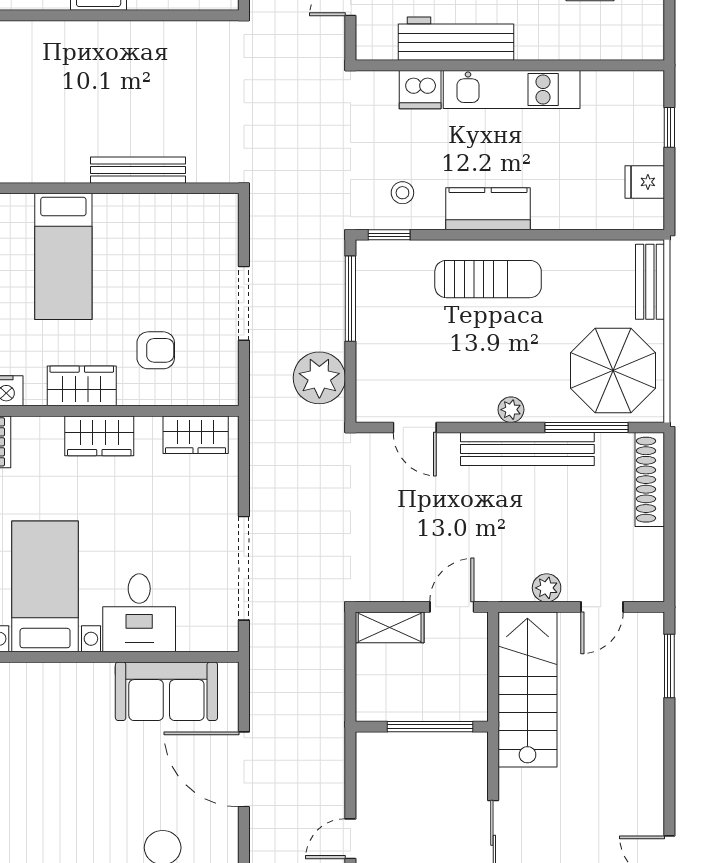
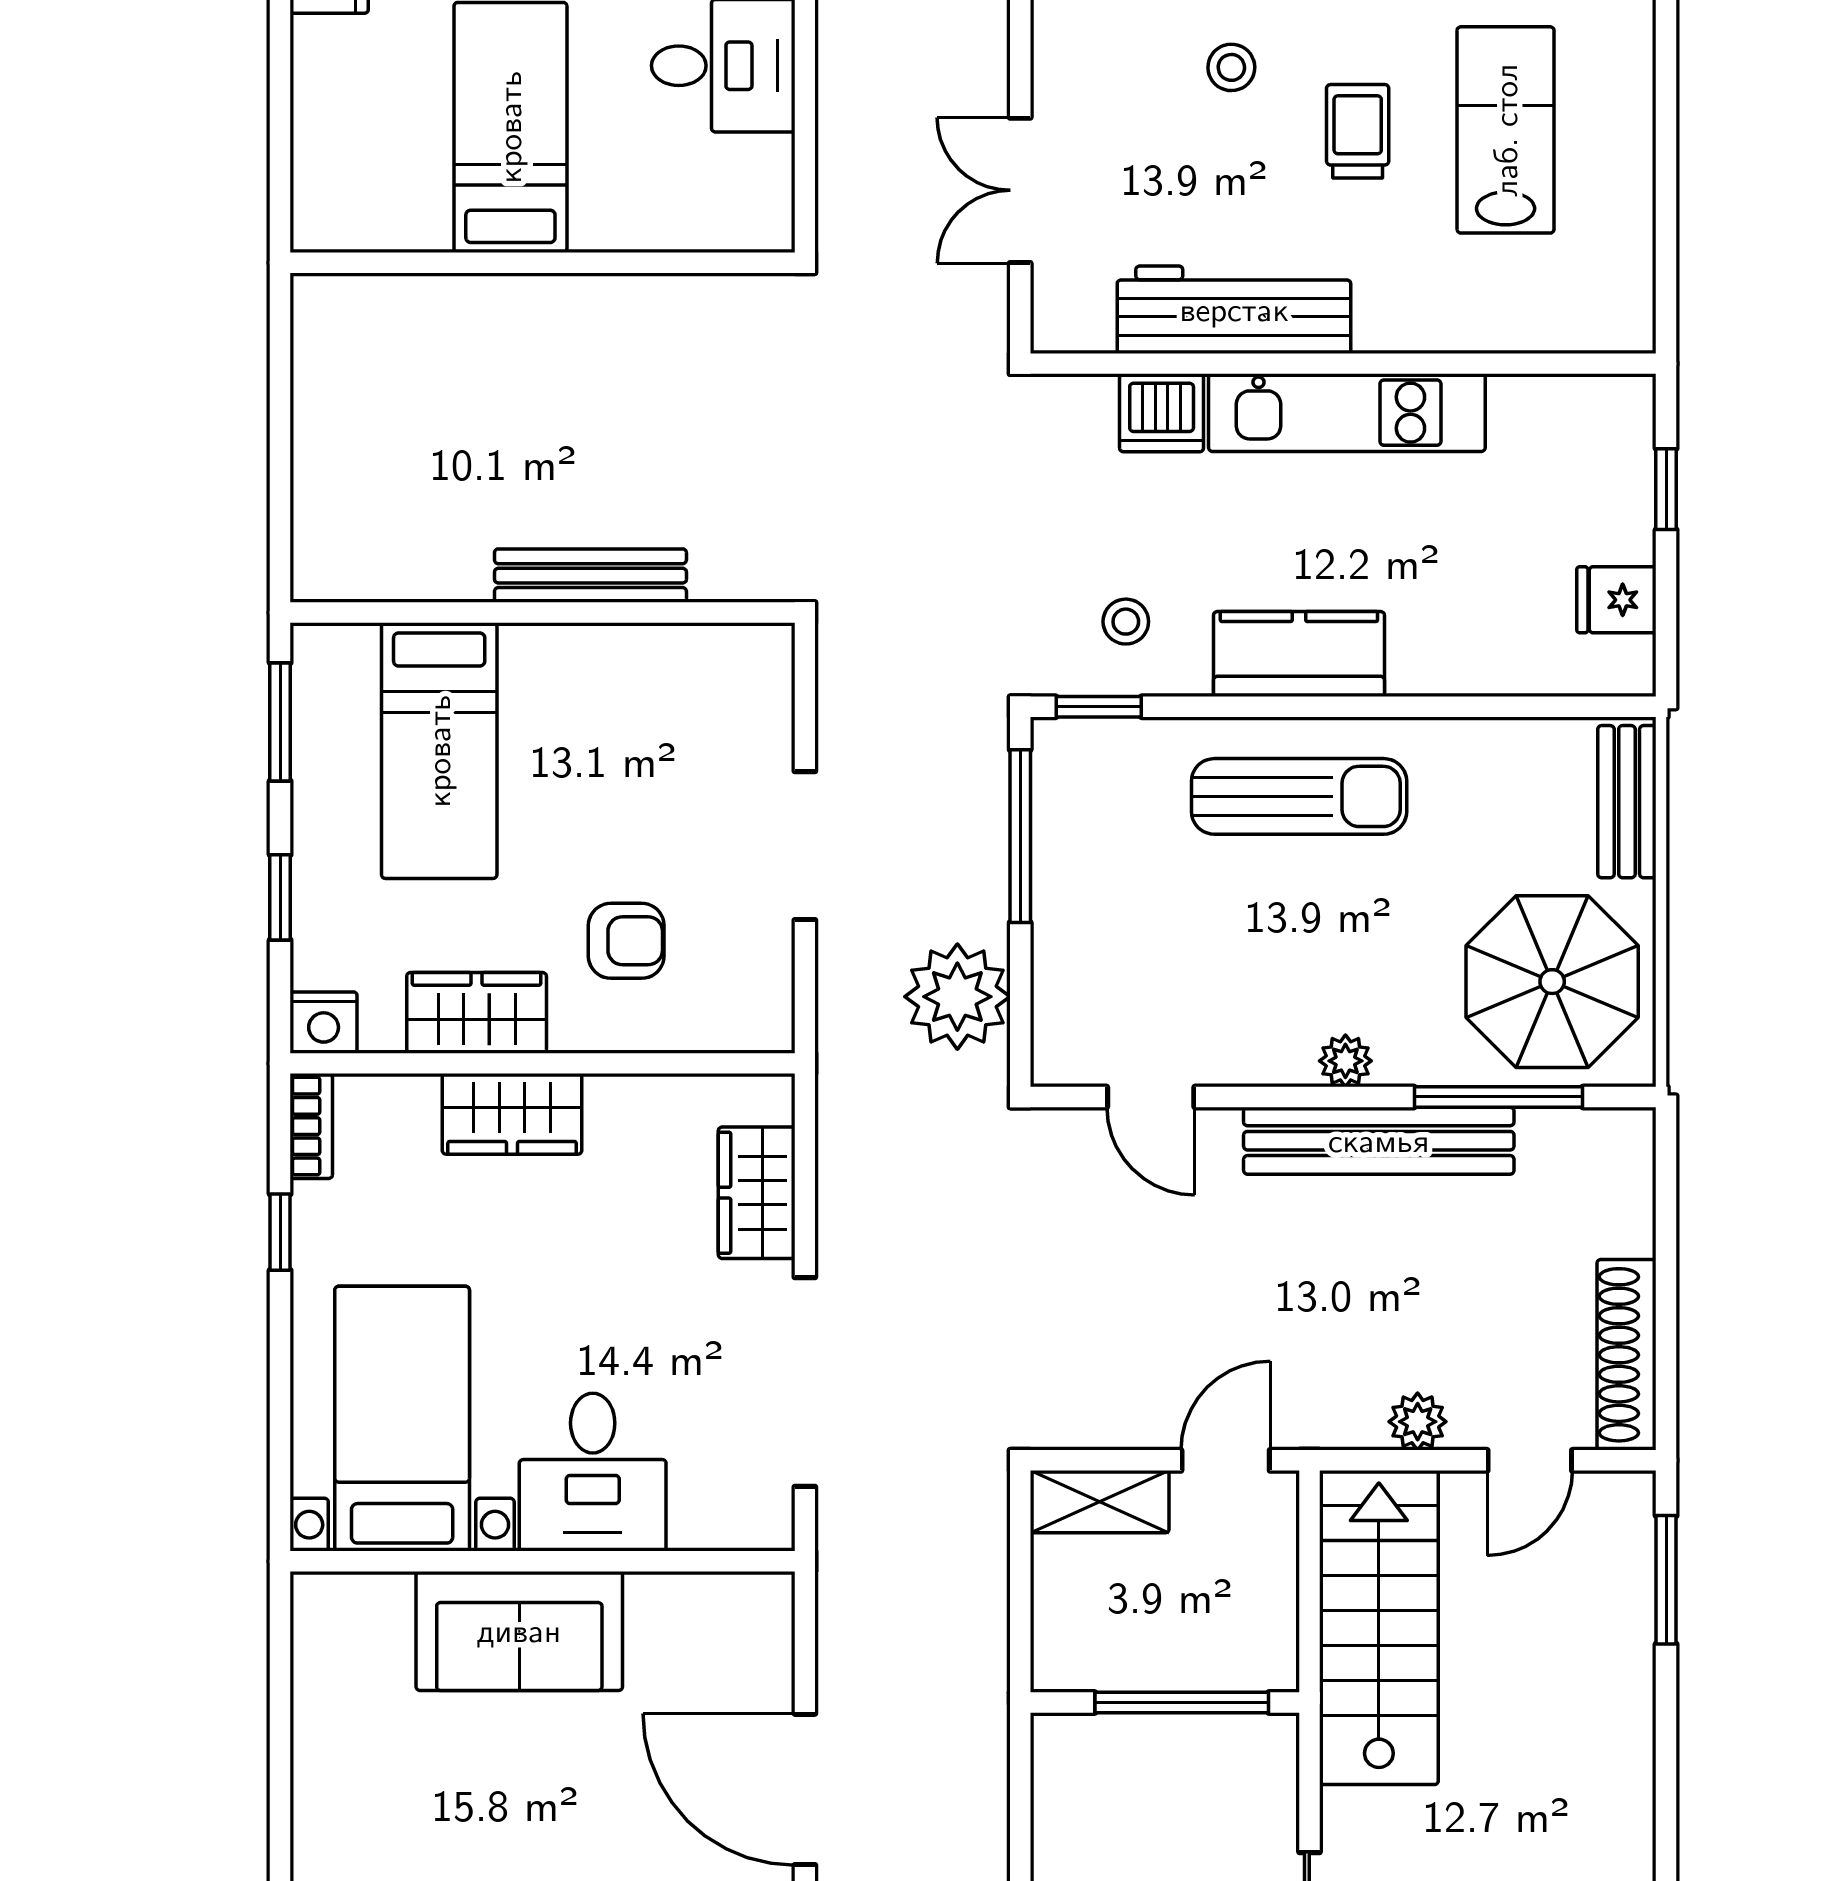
wardrobe: (196, 435) -> (757, 1193), moved, turned 90
shoe rack: (650, 480) -> (1627, 1355), moved
sofa: (166, 691) -> (519, 1631), moved

